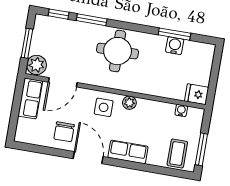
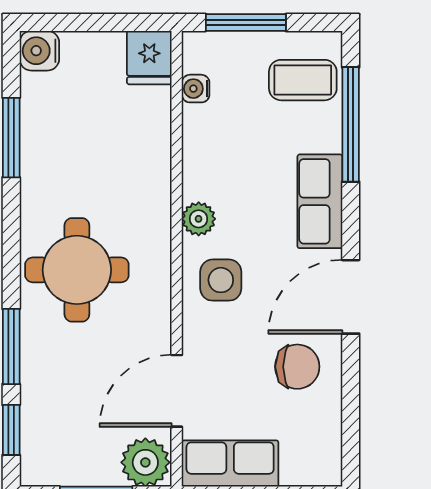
water cooler: (175, 46) -> (39, 51), moved
door: (63, 82) -> (177, 391), swing flipped
window: (201, 149) -> (246, 23), moved
window: (156, 169) -> (351, 124), added

